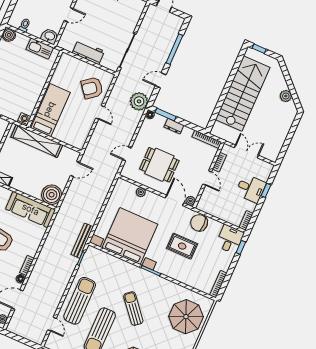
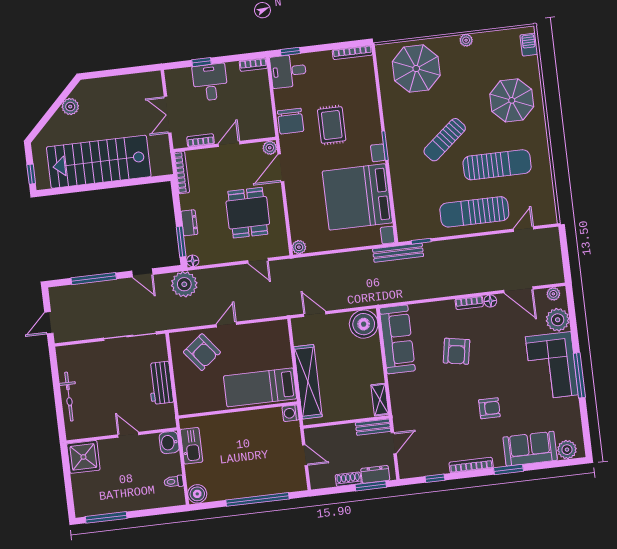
plant: (141, 192) -> (299, 247), moved

